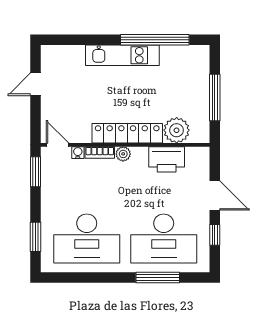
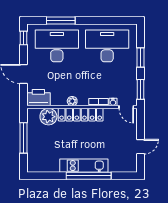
window: (155, 40) -> (89, 176), moved
plant: (123, 154) -> (72, 101), moved
printer: (167, 159) -> (38, 98), moved
window: (215, 235) -> (23, 38), moved
window: (36, 237) -> (141, 57), moved

